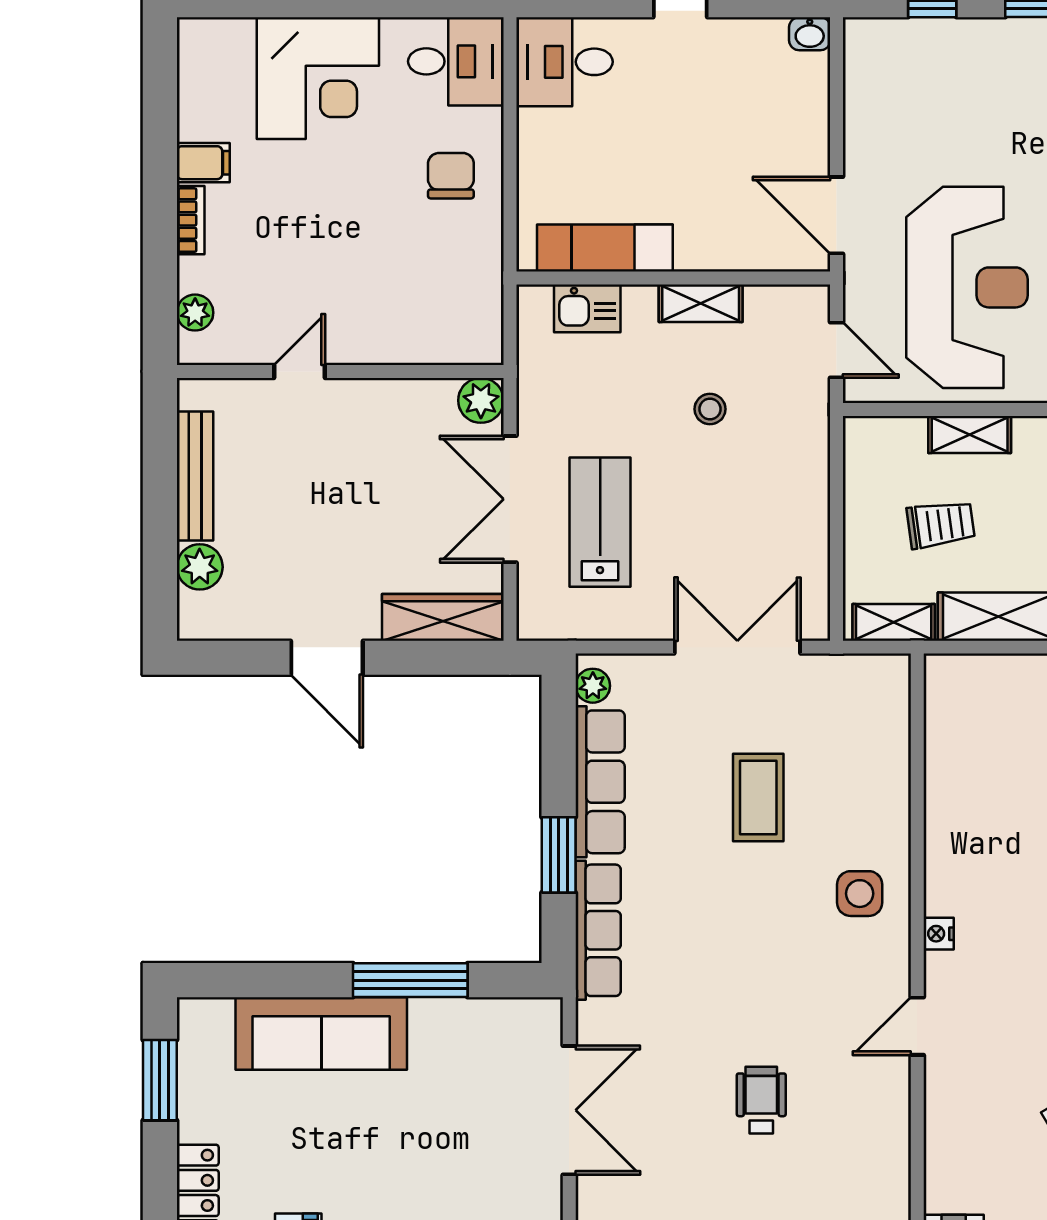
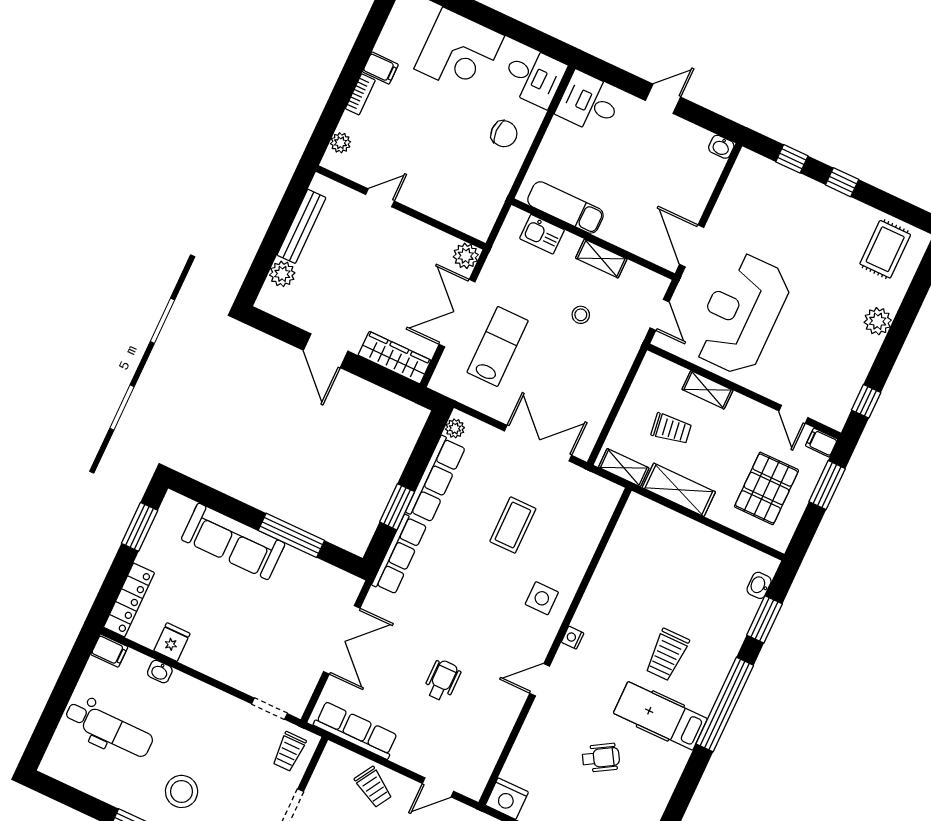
chair: (451, 176) -> (504, 134), turned 90
reception desk: (967, 287) -> (741, 314), turned 180

